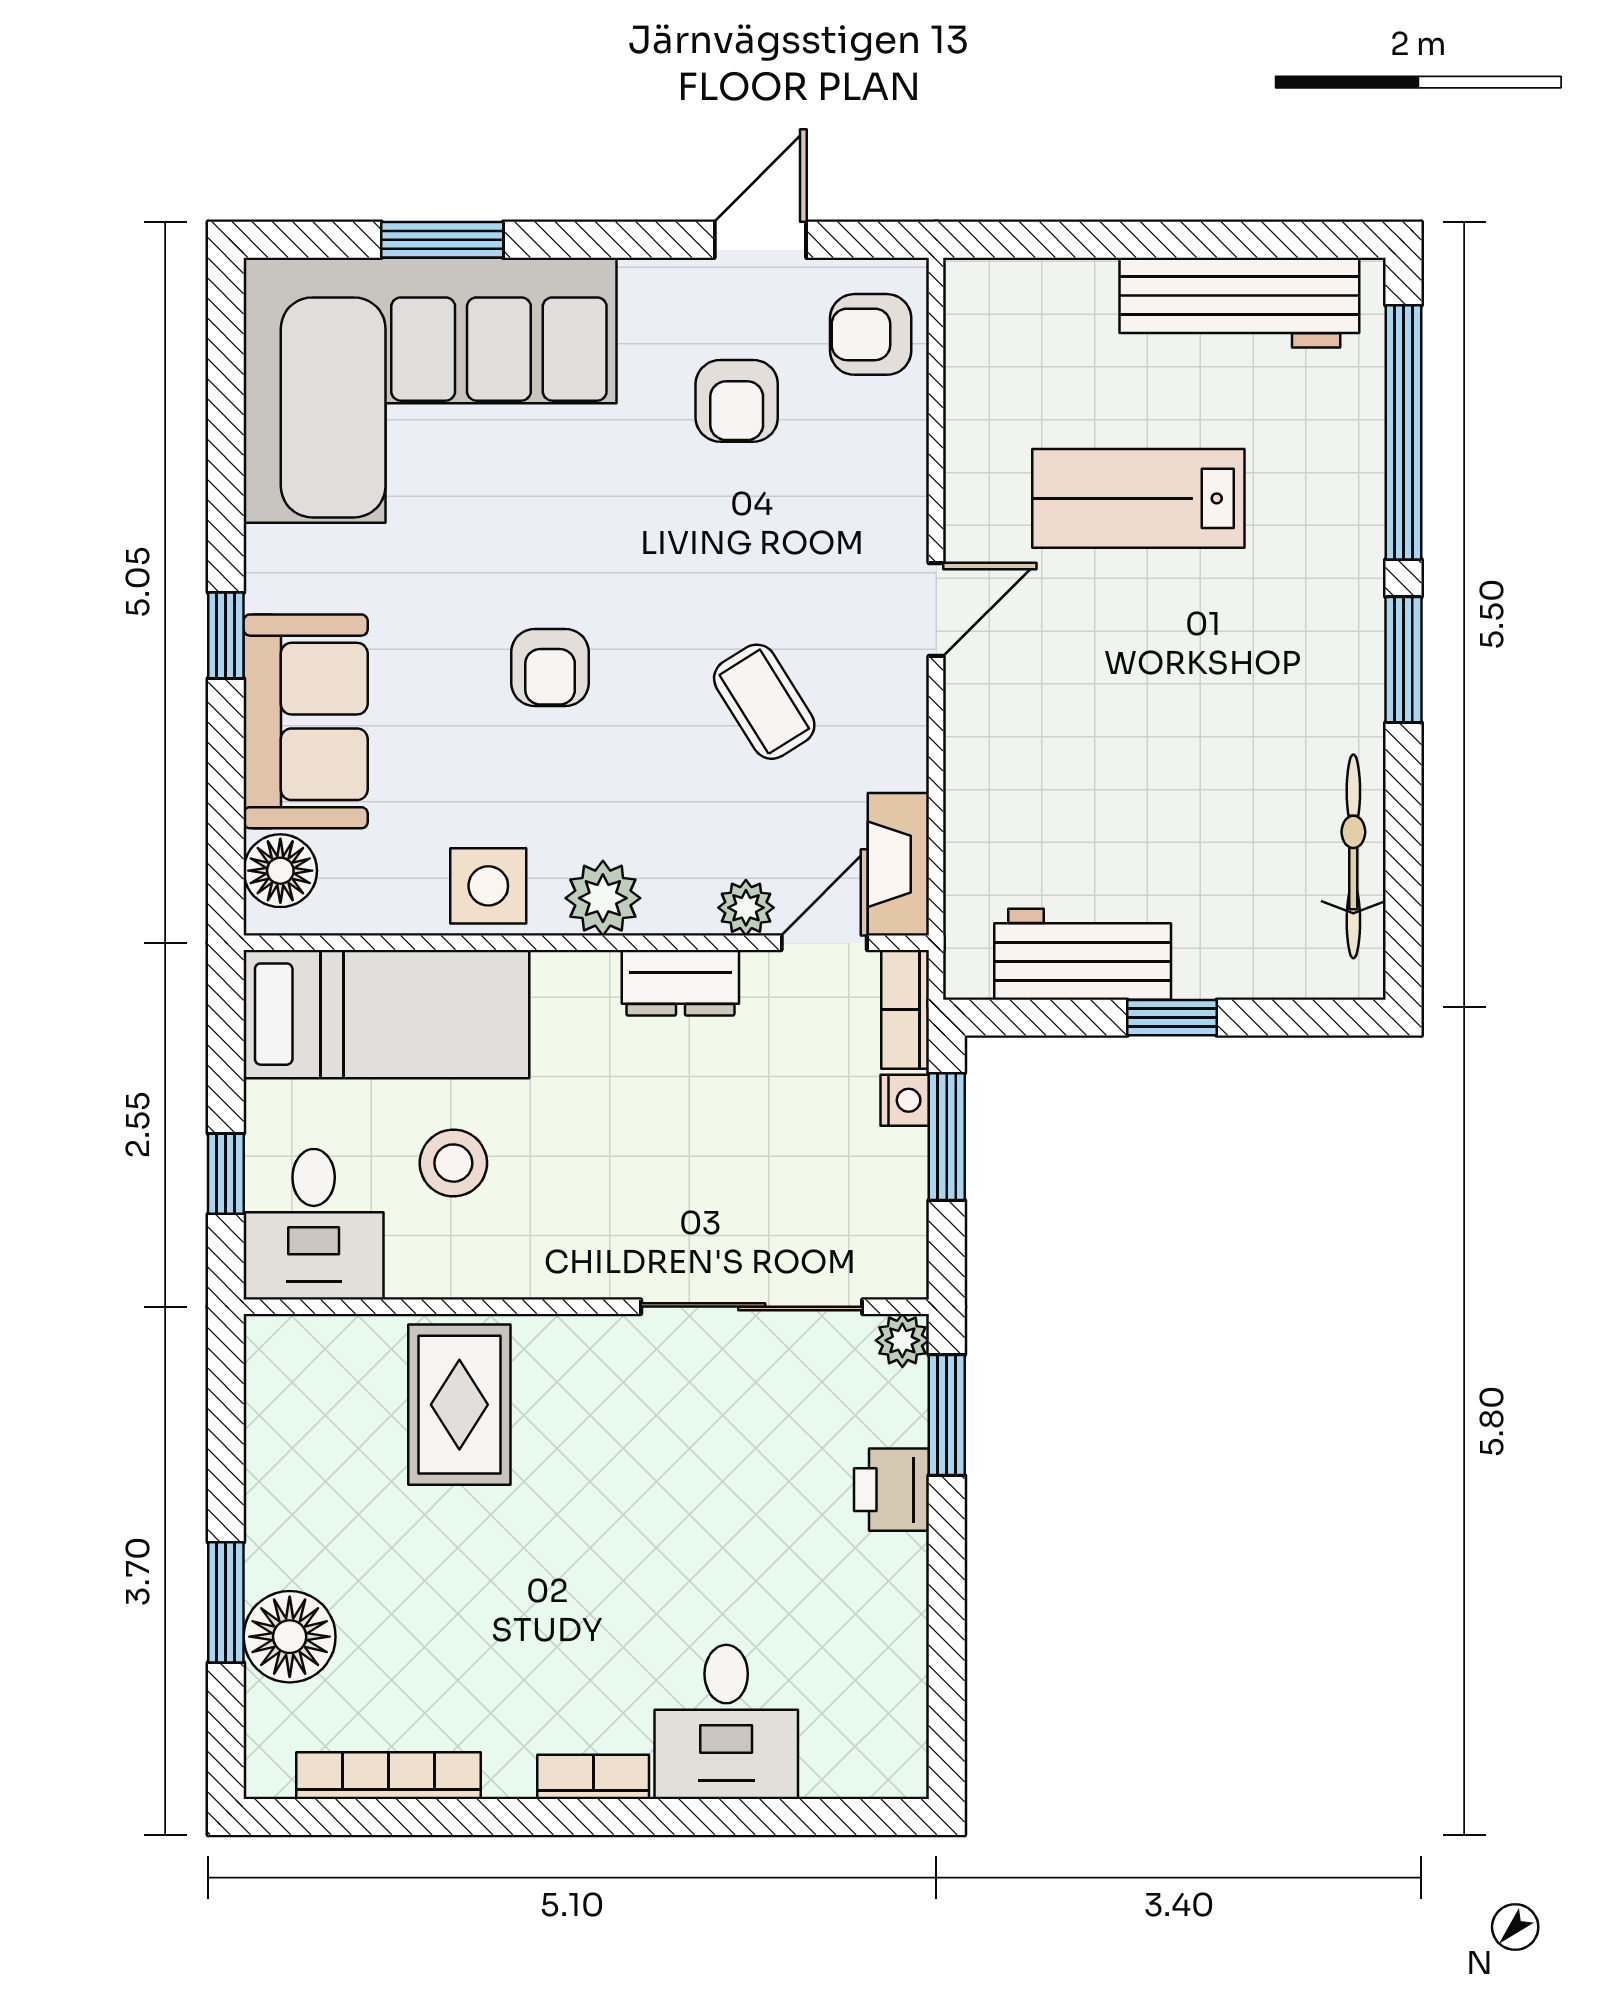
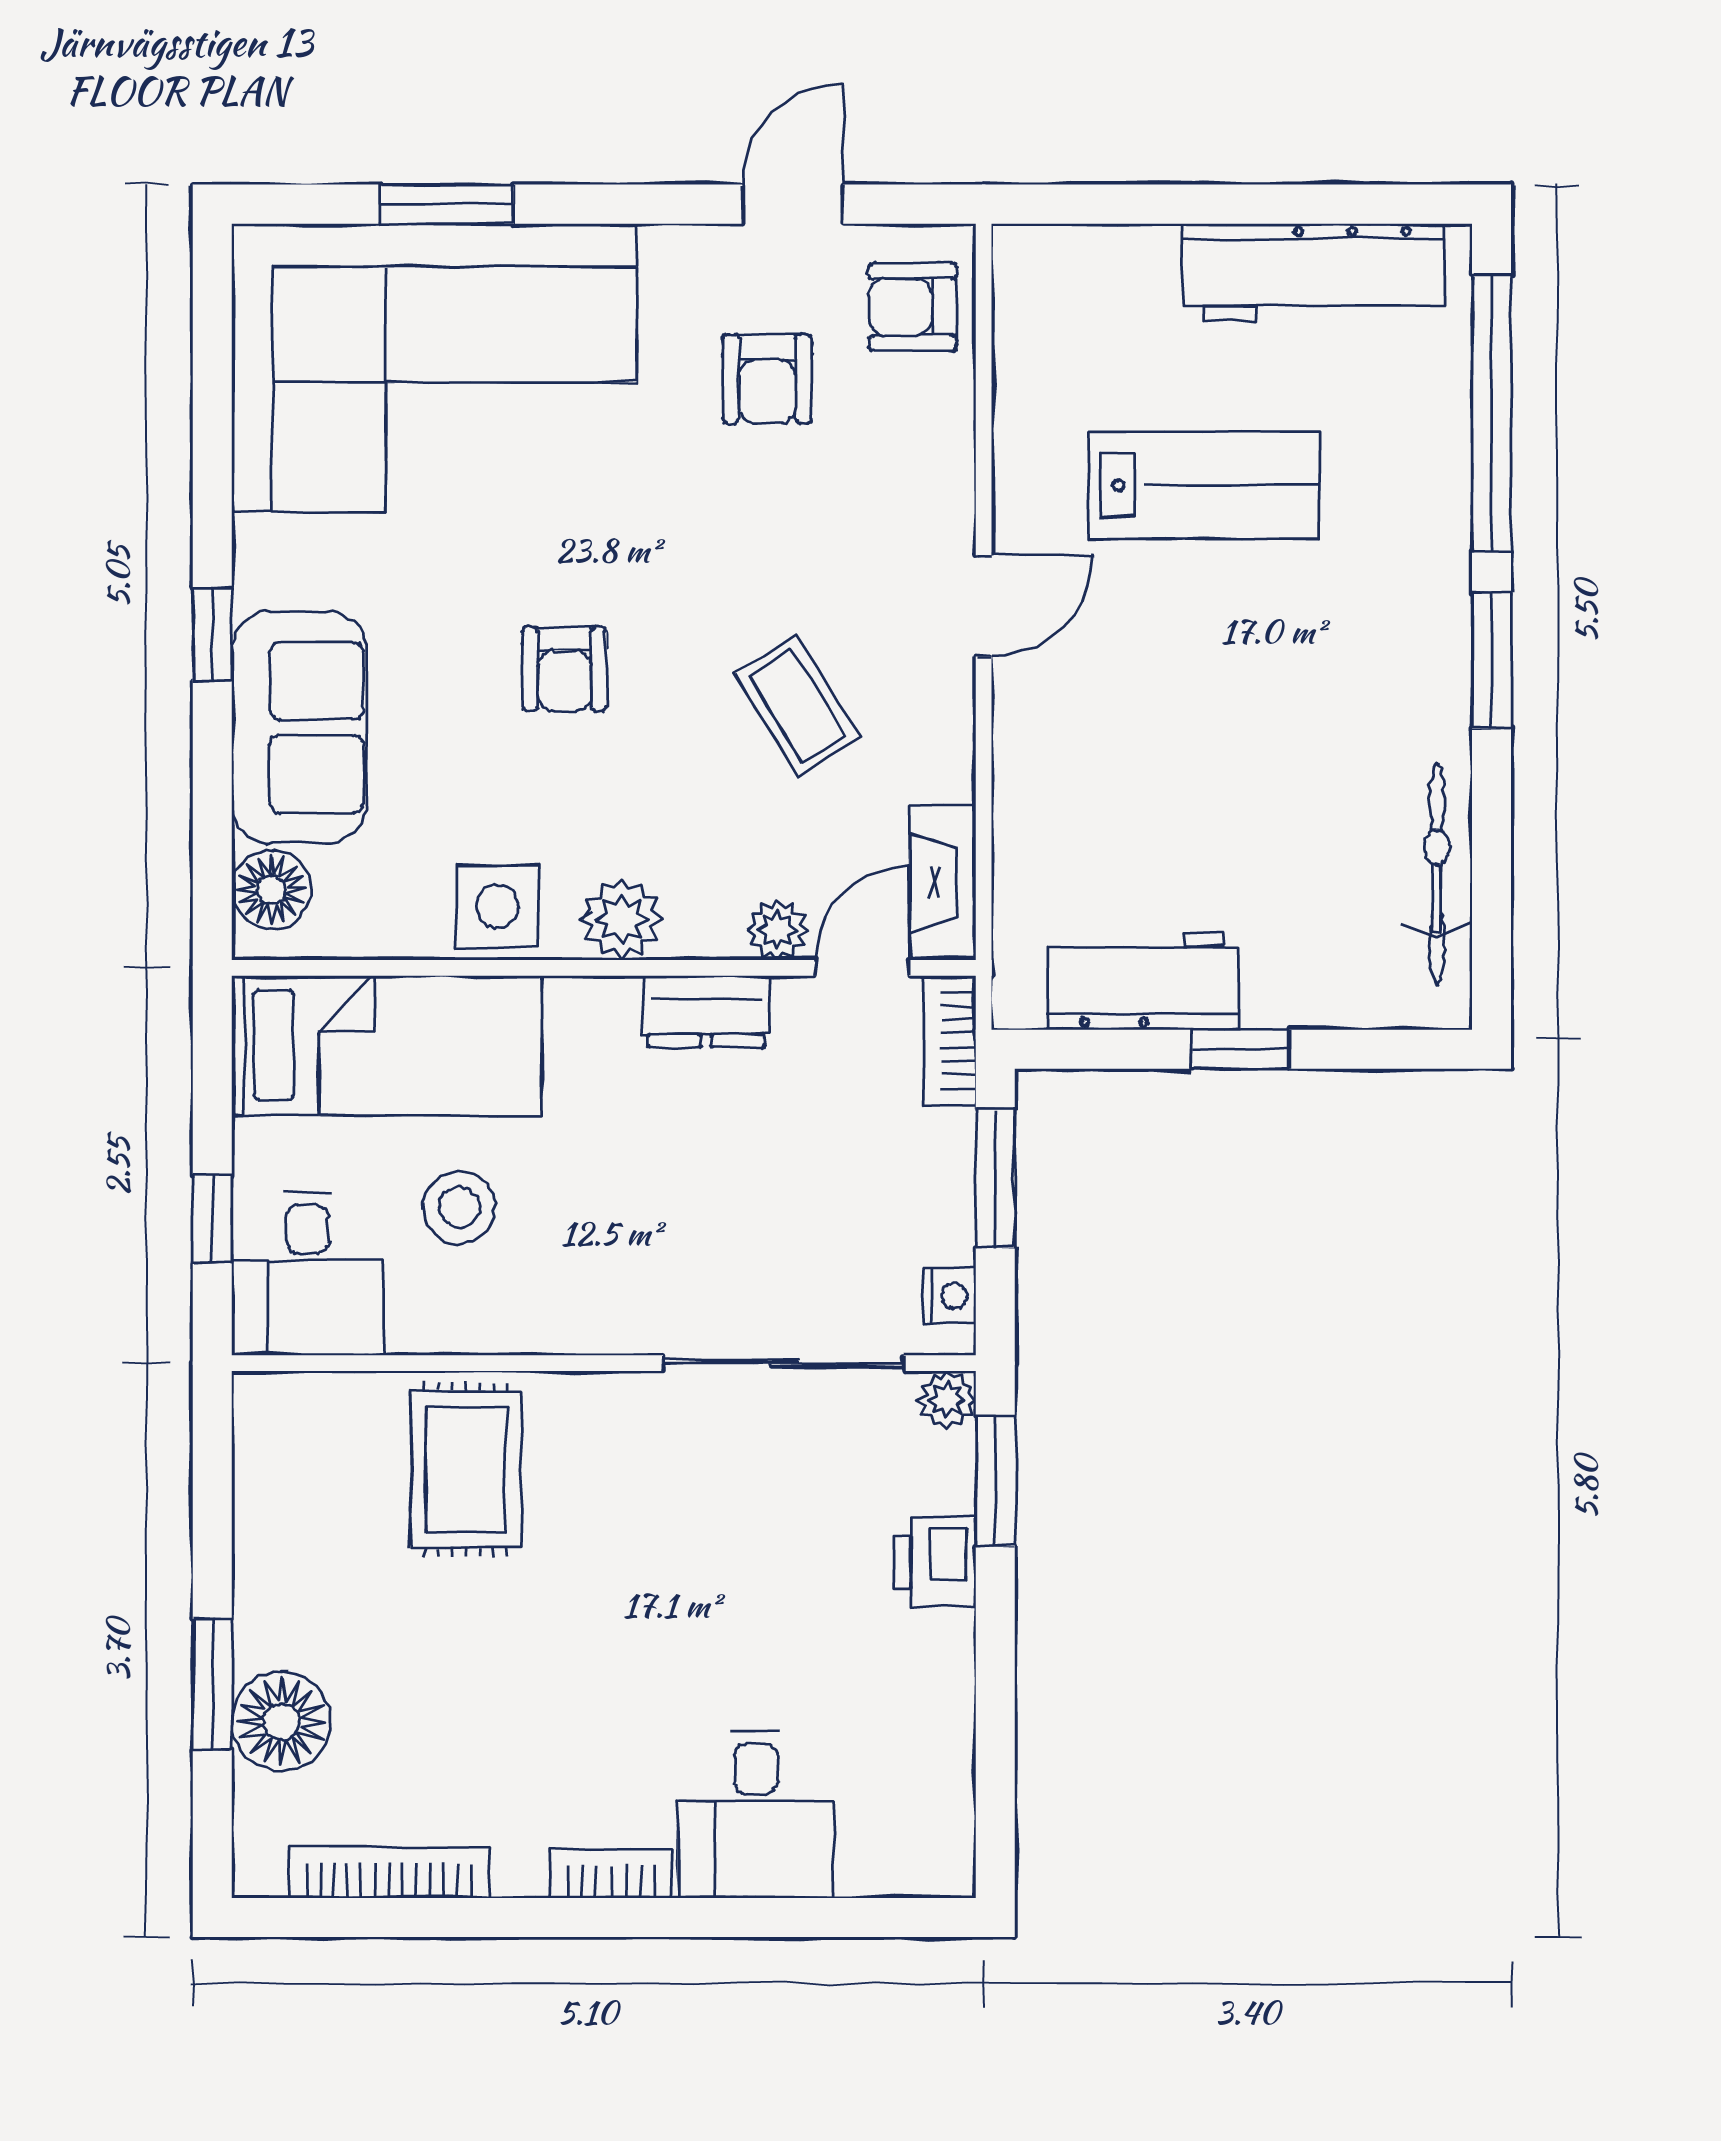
lab bench: (1138, 498) -> (1203, 485), turned 180
nightstand: (905, 1100) -> (950, 1296), moved

